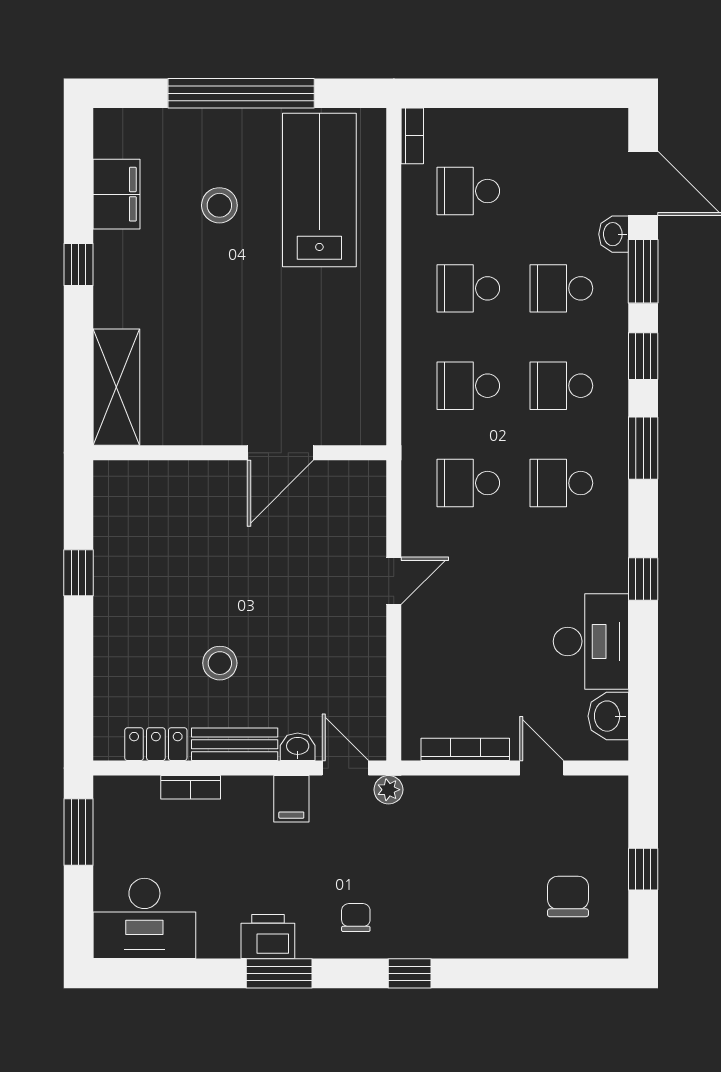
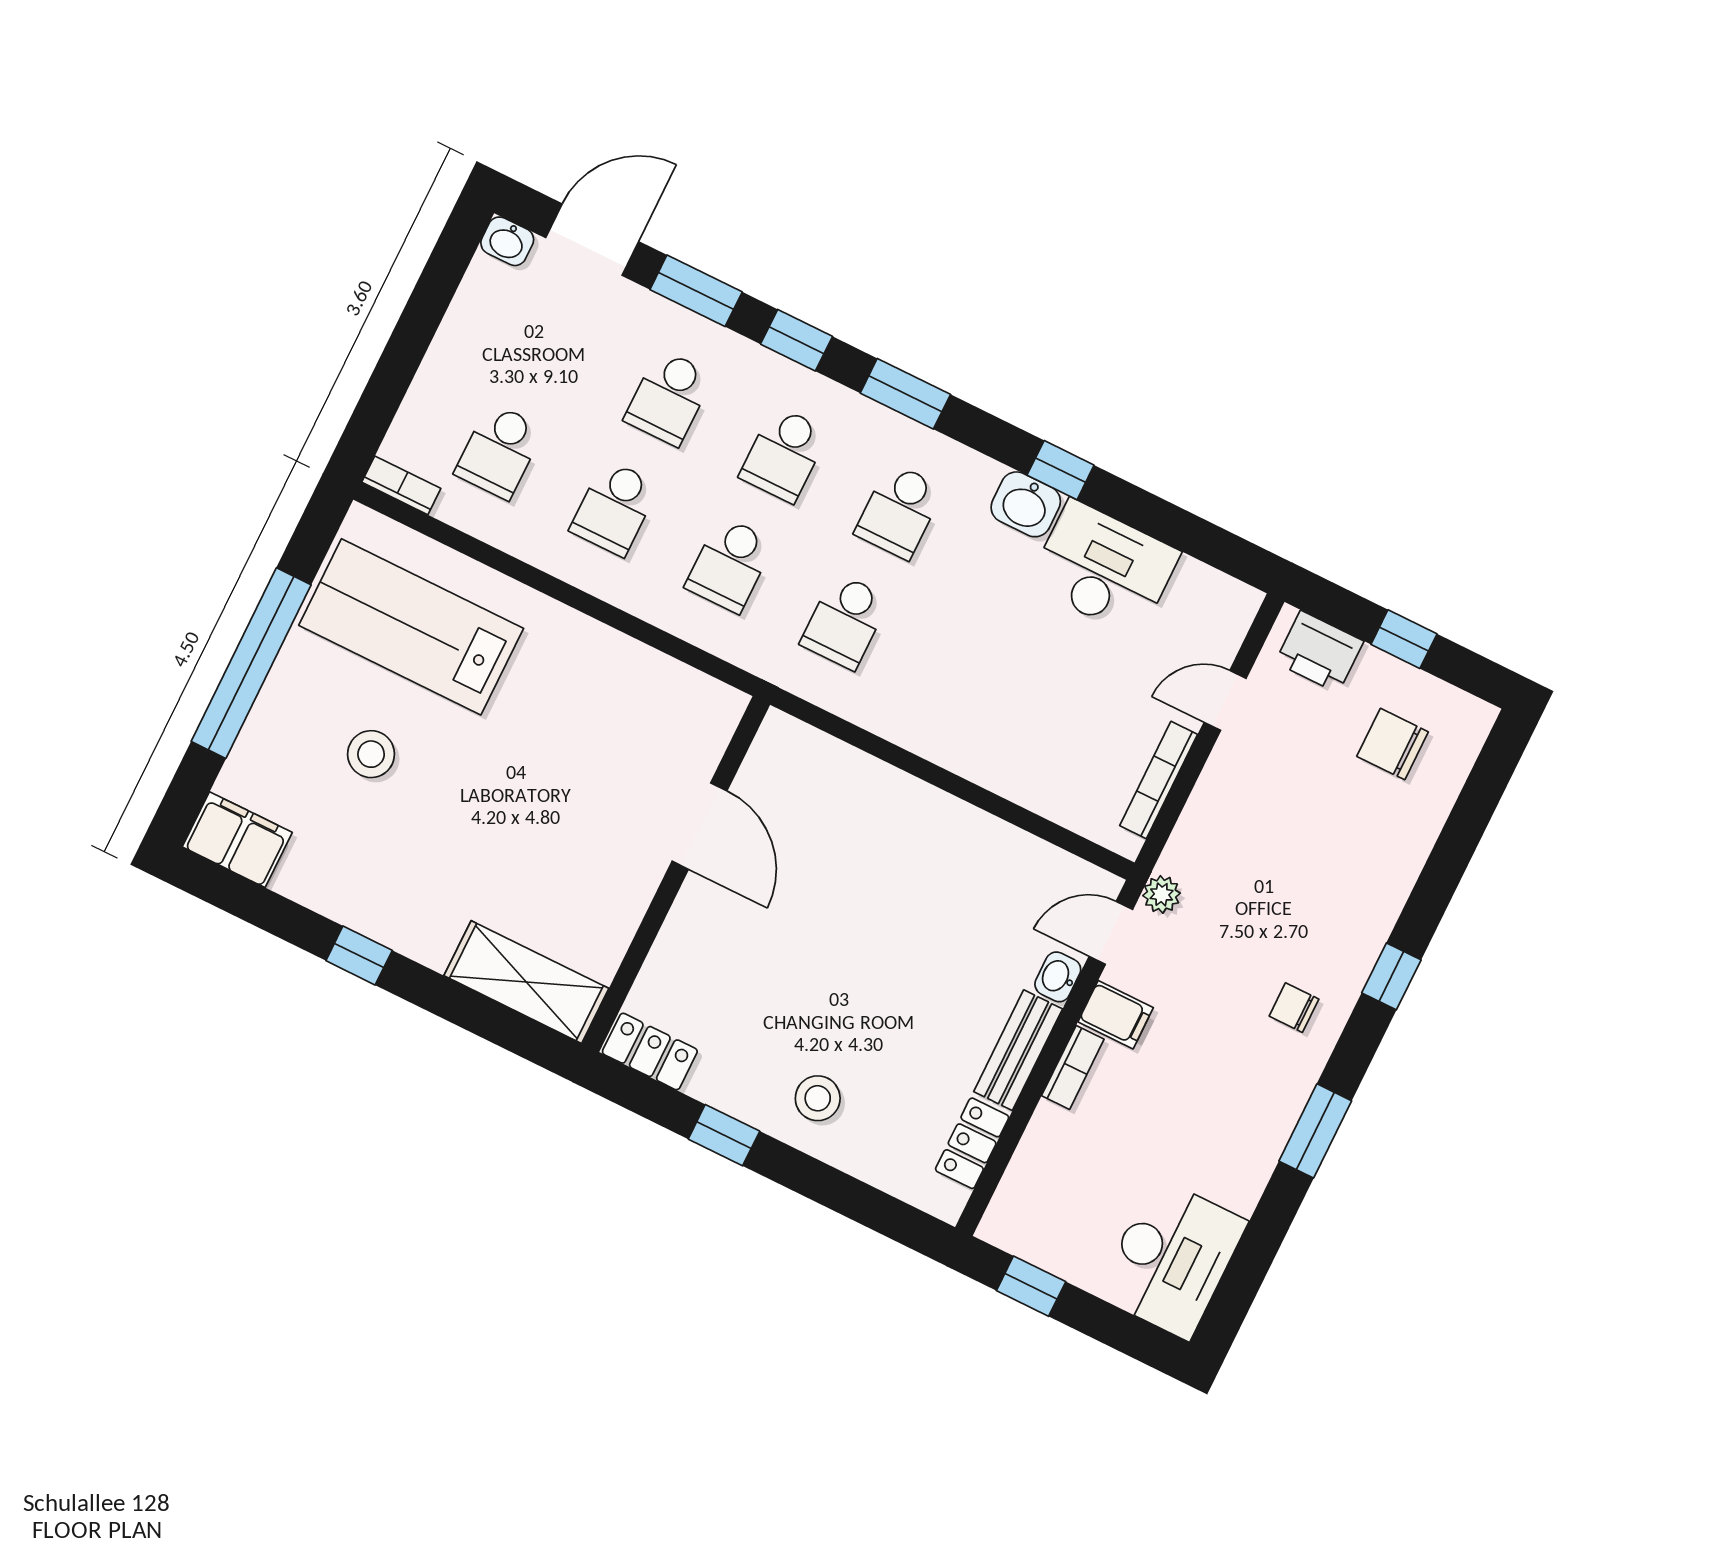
filing cabinet: (116, 194) -> (237, 840), moved
washbasin: (614, 234) -> (507, 241), moved
locker: (110, 494) -> (650, 1052), added
door: (394, 581) -> (917, 766), removed
stool: (220, 663) -> (818, 1098), moved
washbasin: (608, 716) -> (1026, 504), moved
bookcase: (191, 787) -> (1073, 1067), moved
window: (78, 832) -> (1031, 1286), width x0.67
printer: (268, 937) -> (1319, 652), moved, turned -90

